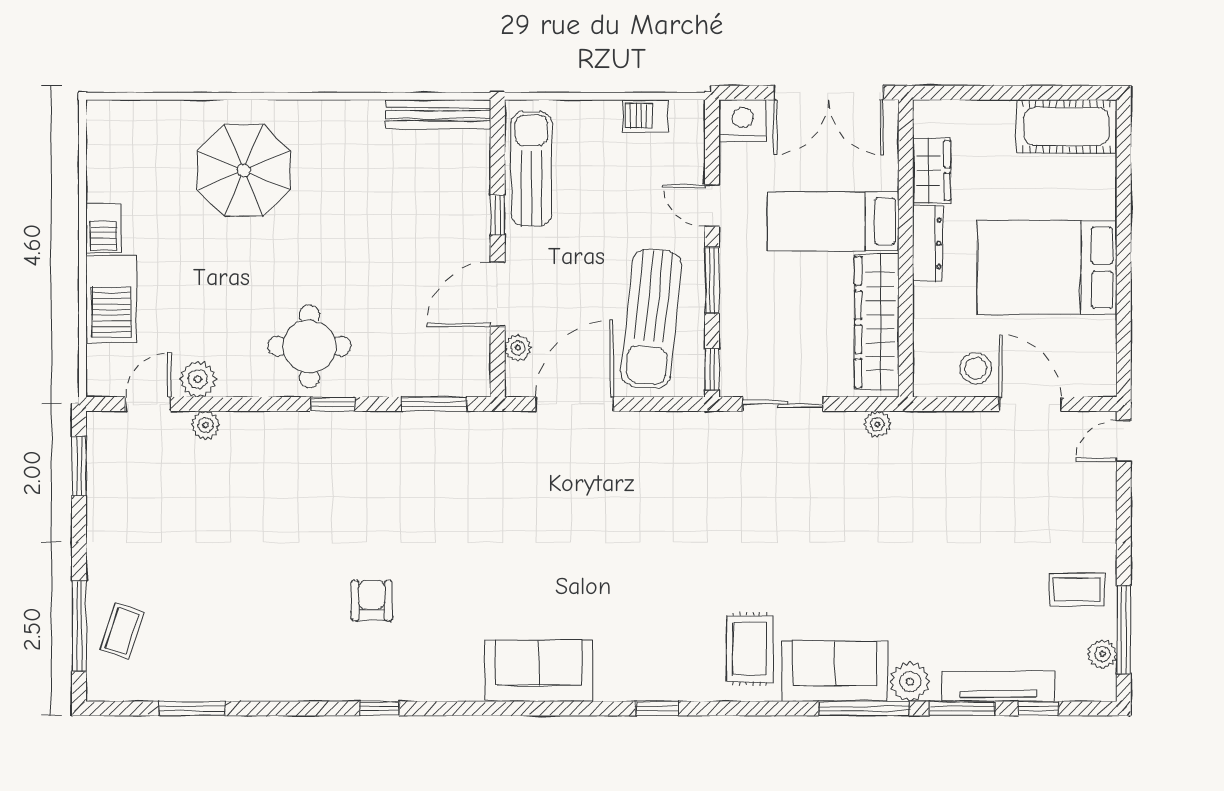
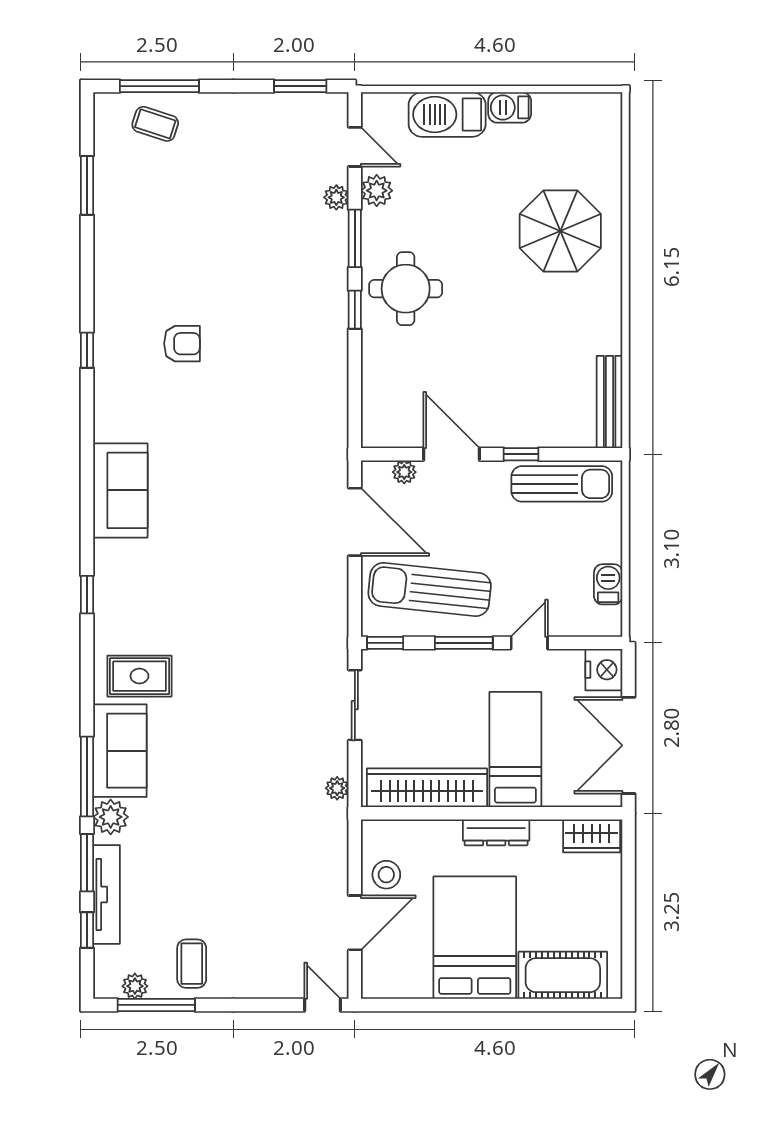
cot: (1066, 127) -> (563, 975), moved, turned 90
wardrobe: (932, 170) -> (592, 836), moved
window: (434, 404) -> (355, 238), moved

